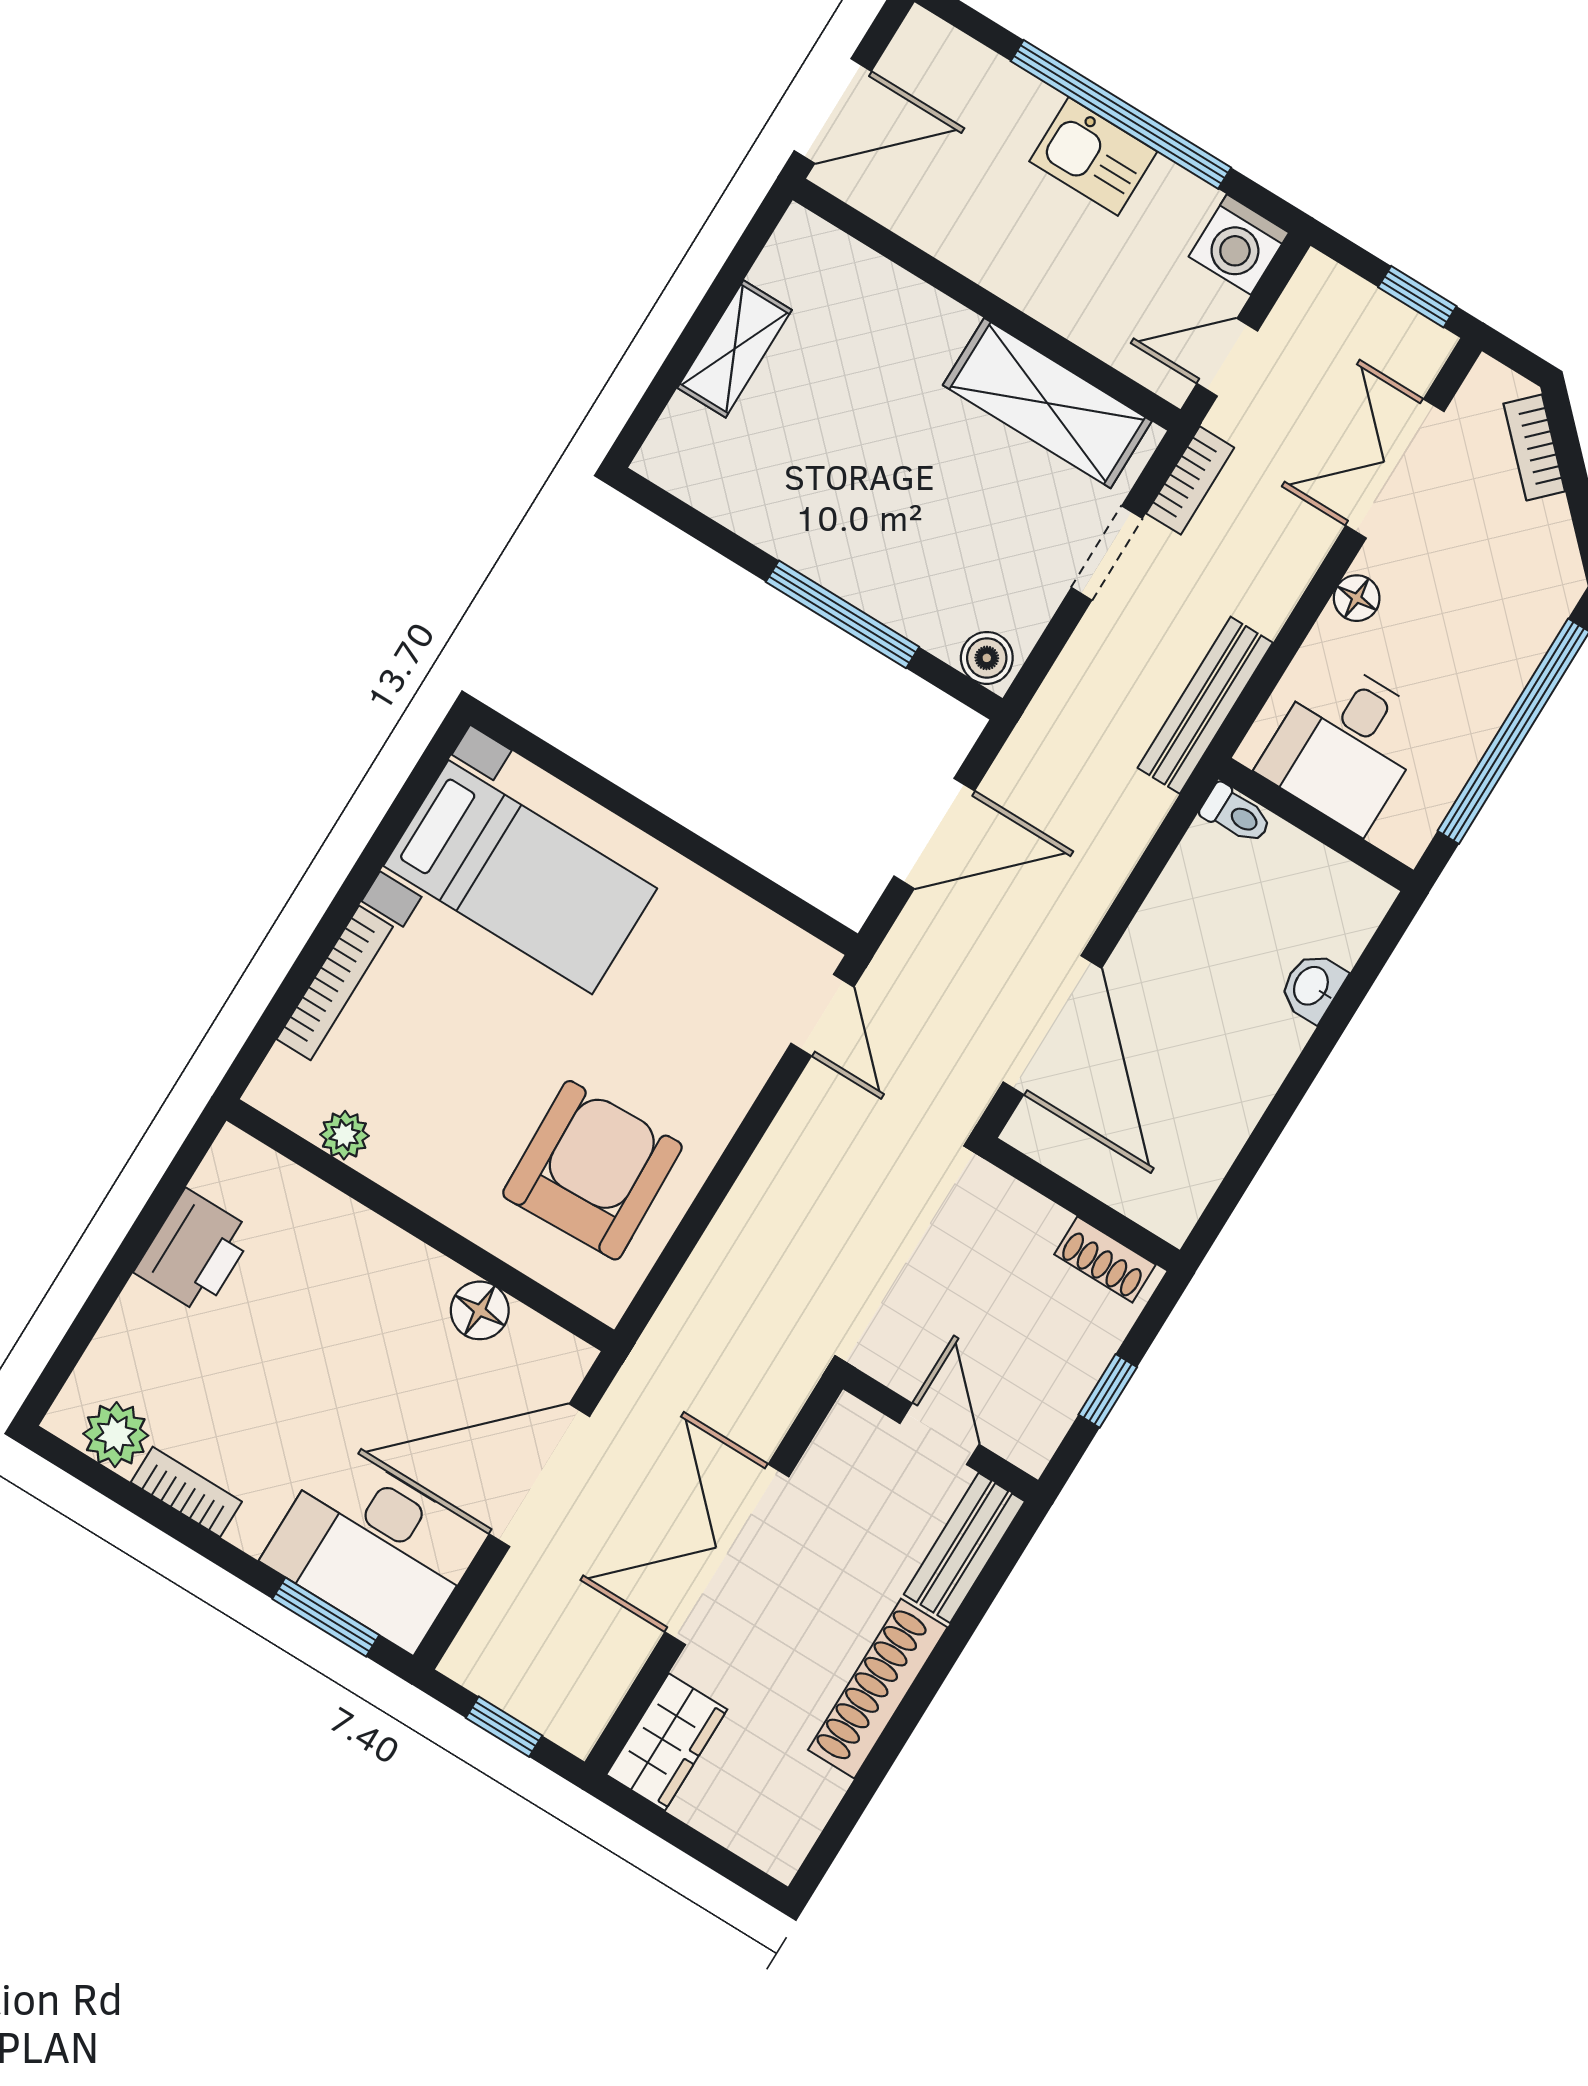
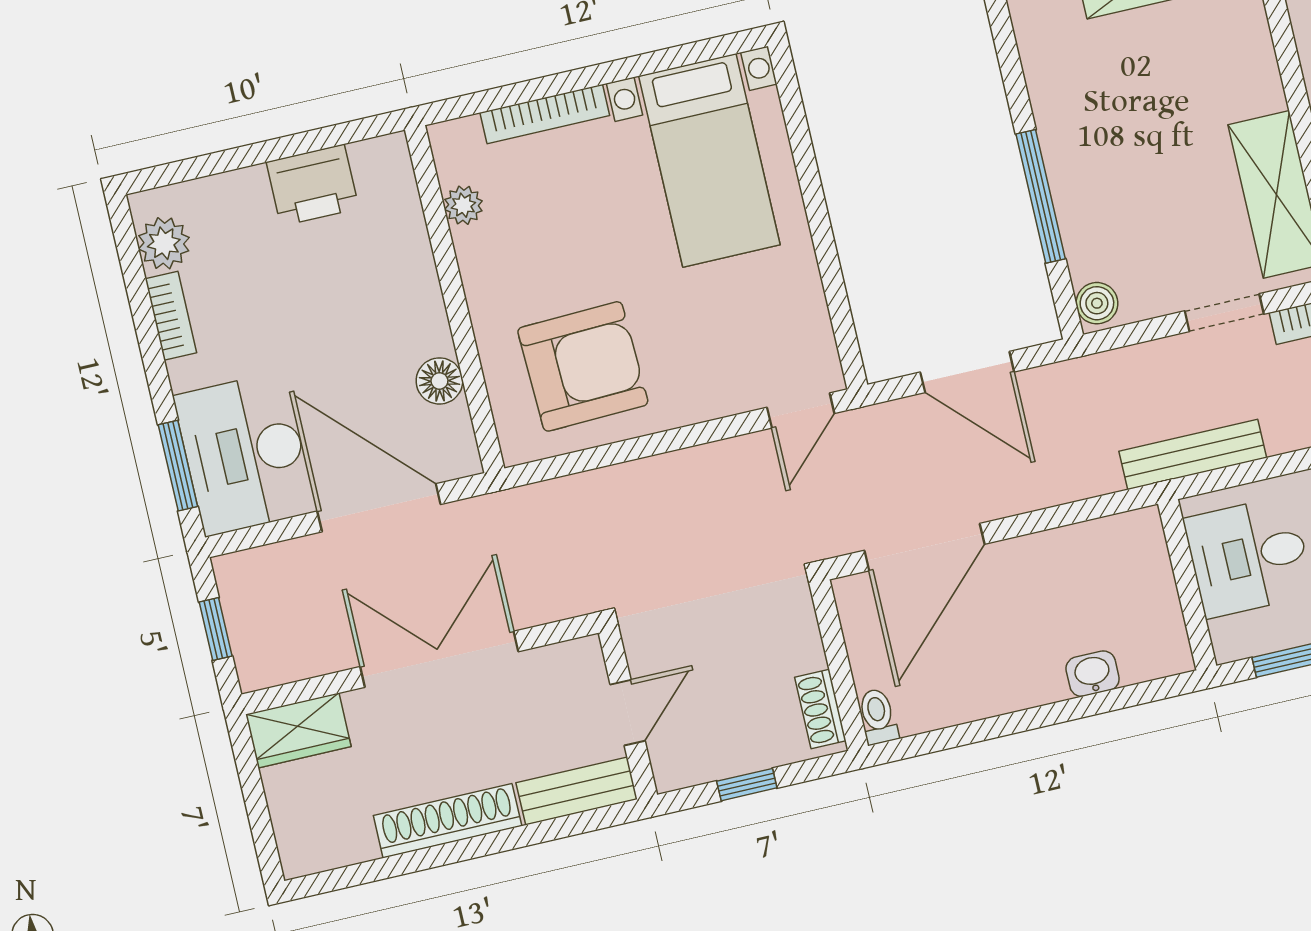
toilet: (1236, 814) -> (878, 716), moved, turned 180

